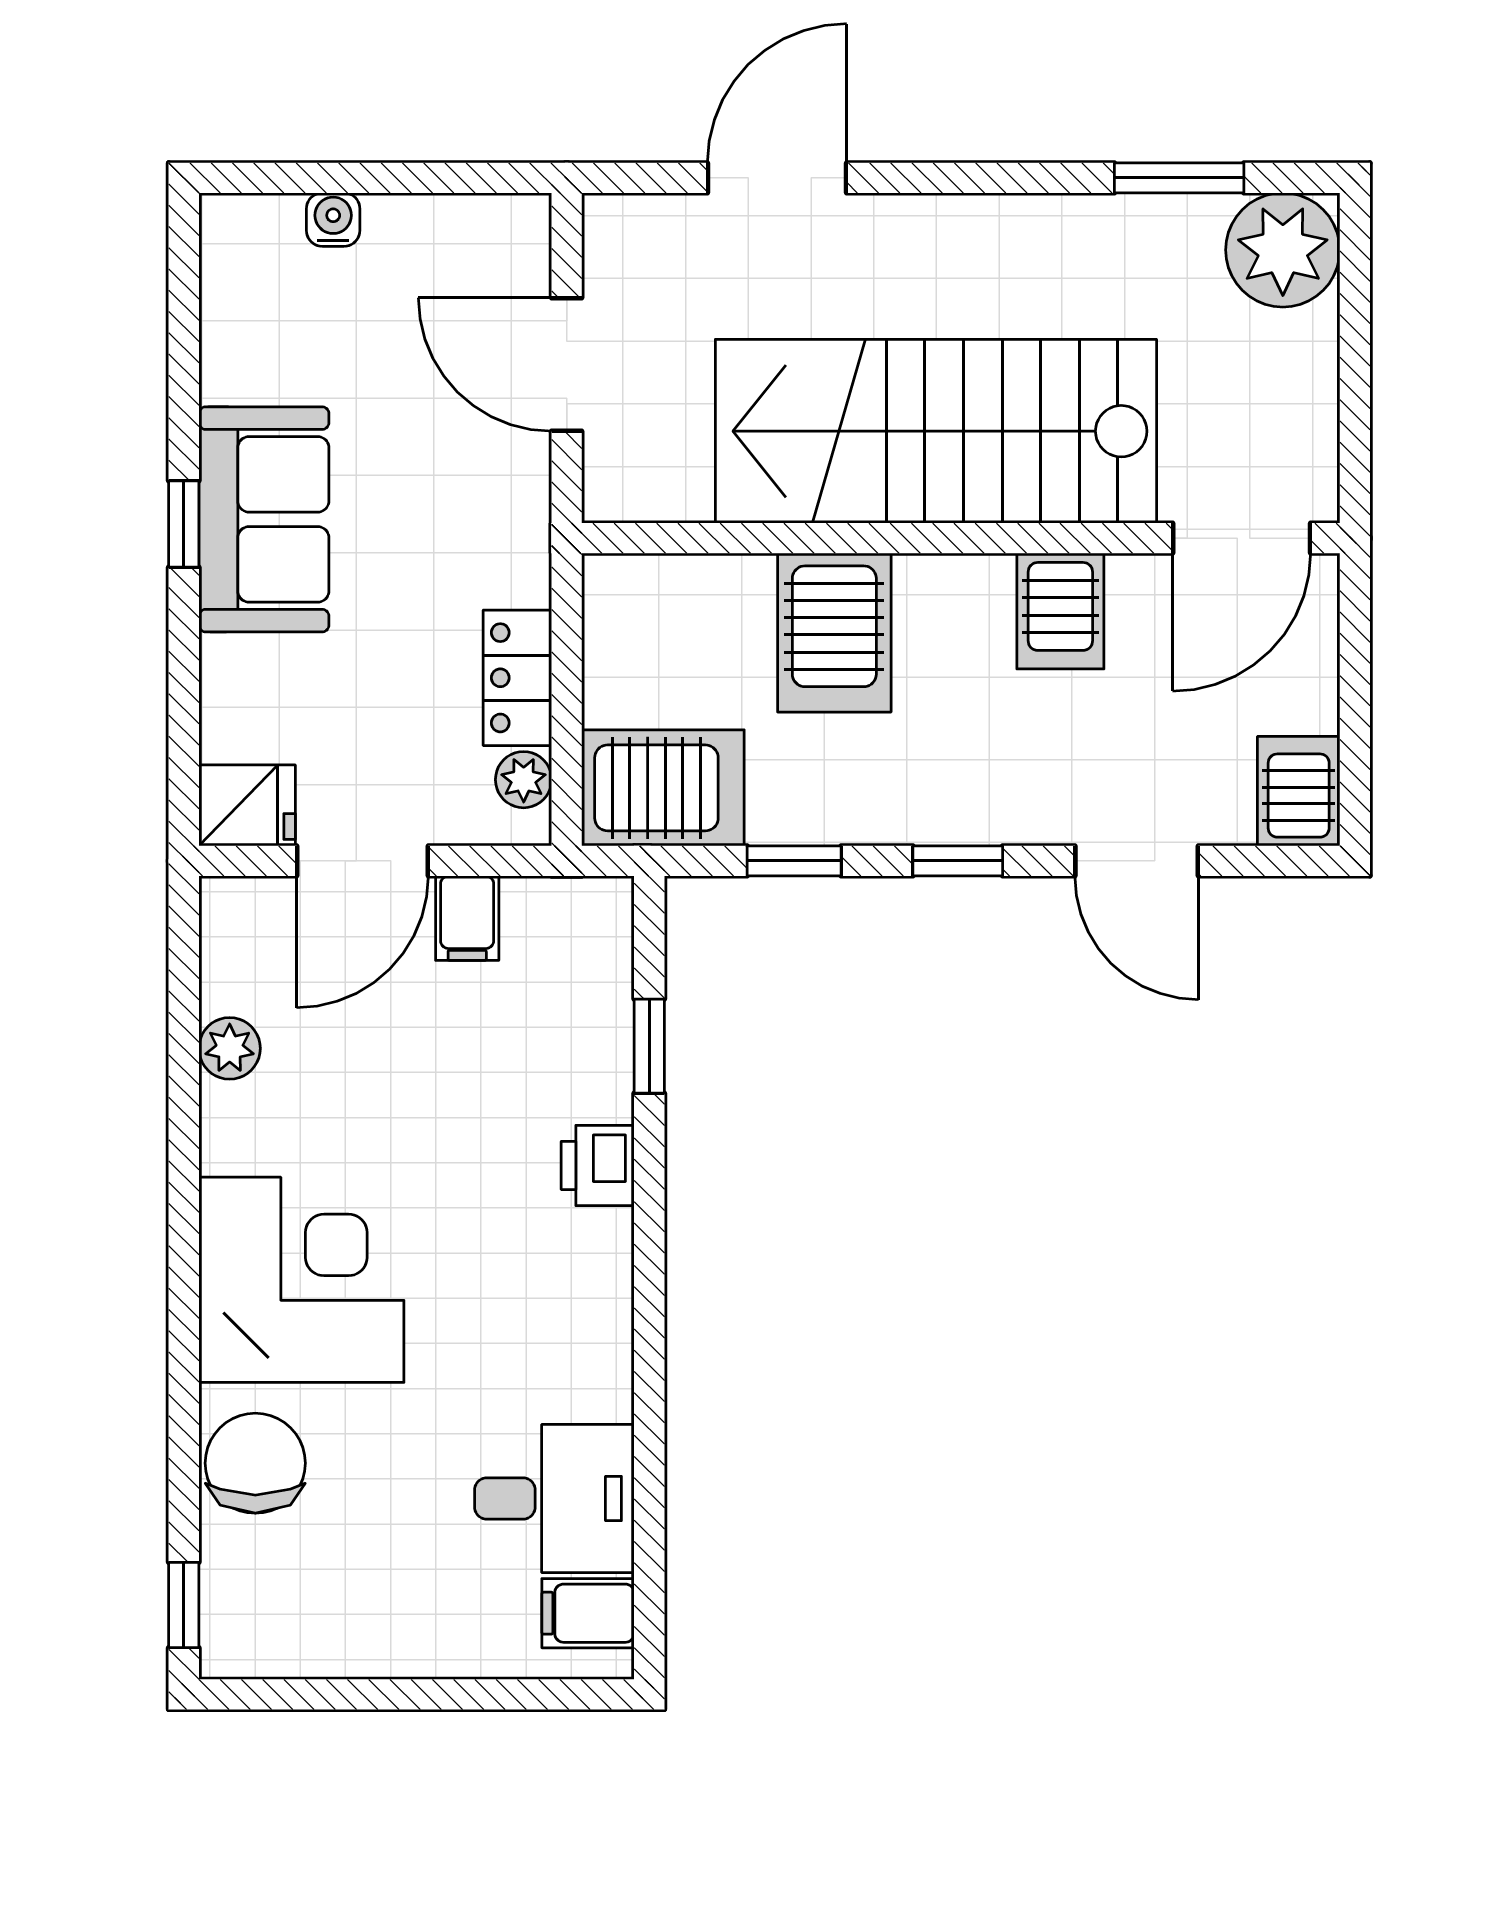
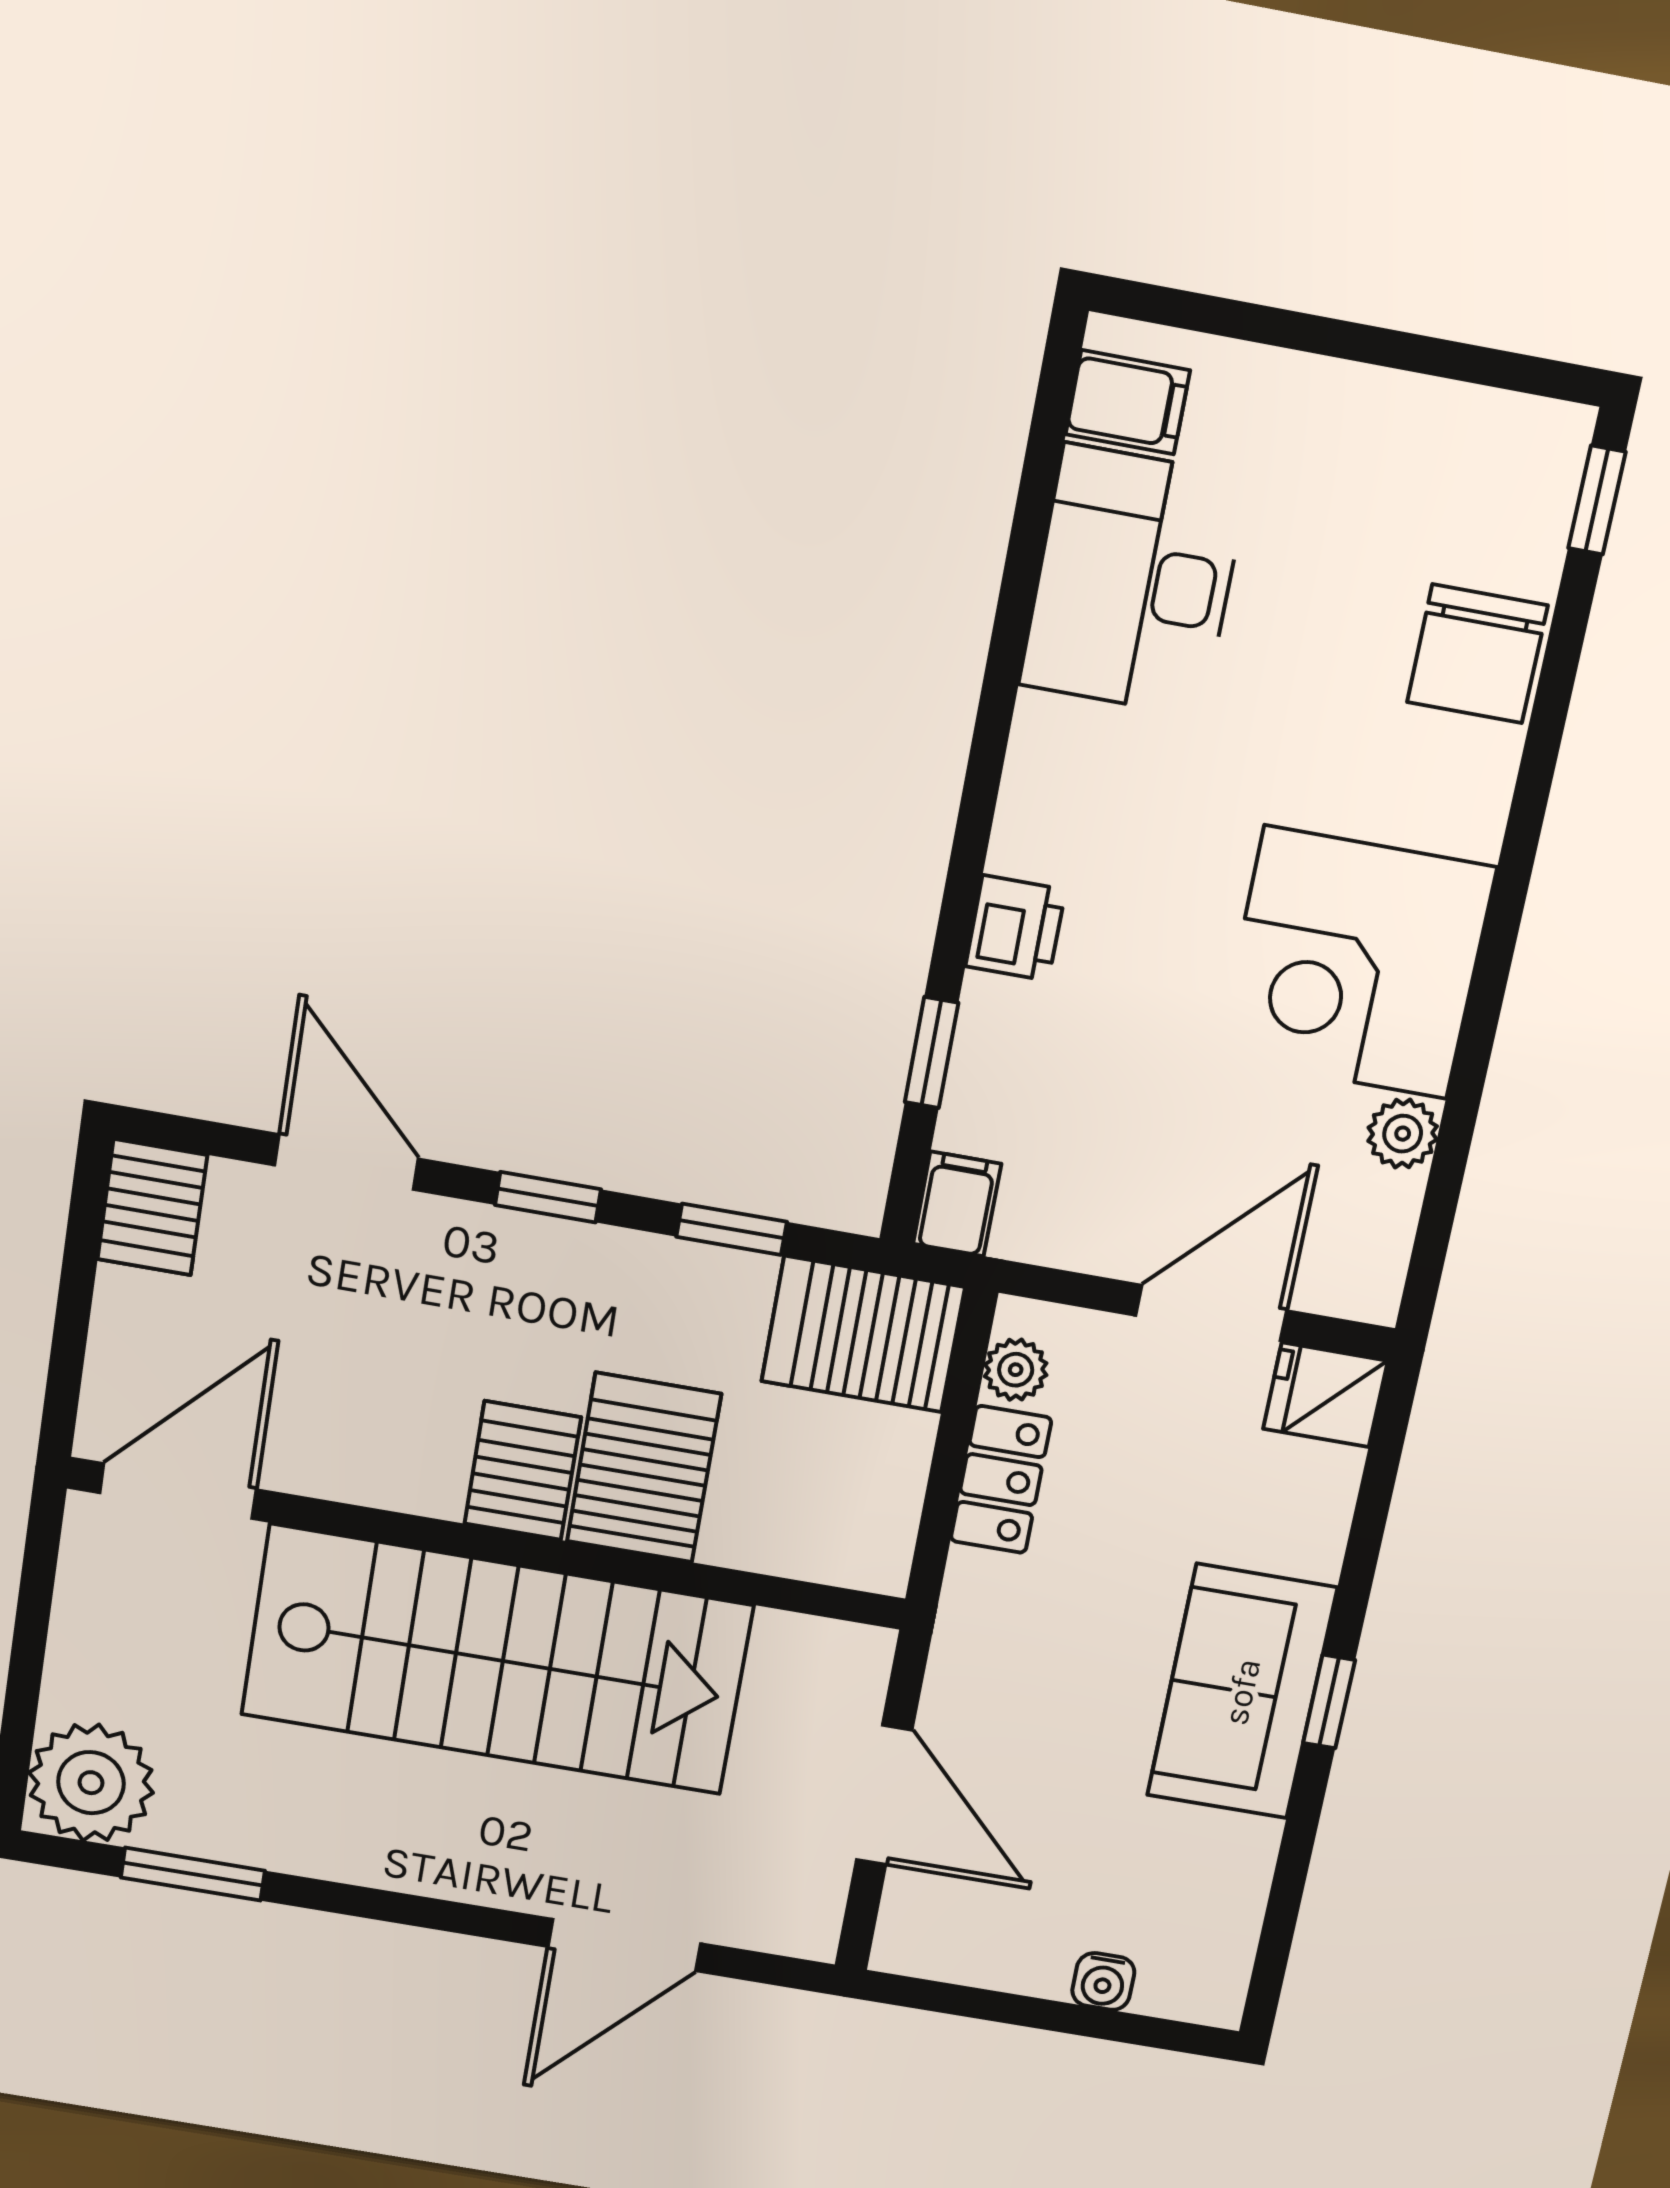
server rack: (1060, 611) -> (523, 1471), moved
filing cabinet: (467, 918) -> (957, 1204), moved
corner desk: (301, 1280) -> (1356, 963), moved
desk: (554, 1499) -> (1134, 581), width x1.37

